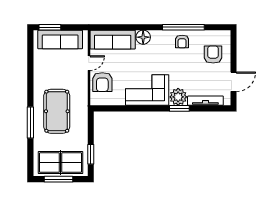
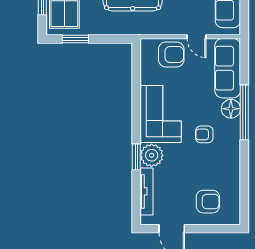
window: (183, 27) -> (244, 112), moved
armchair: (182, 42) -> (204, 134), moved
armchair: (102, 82) -> (171, 54), turned 180

